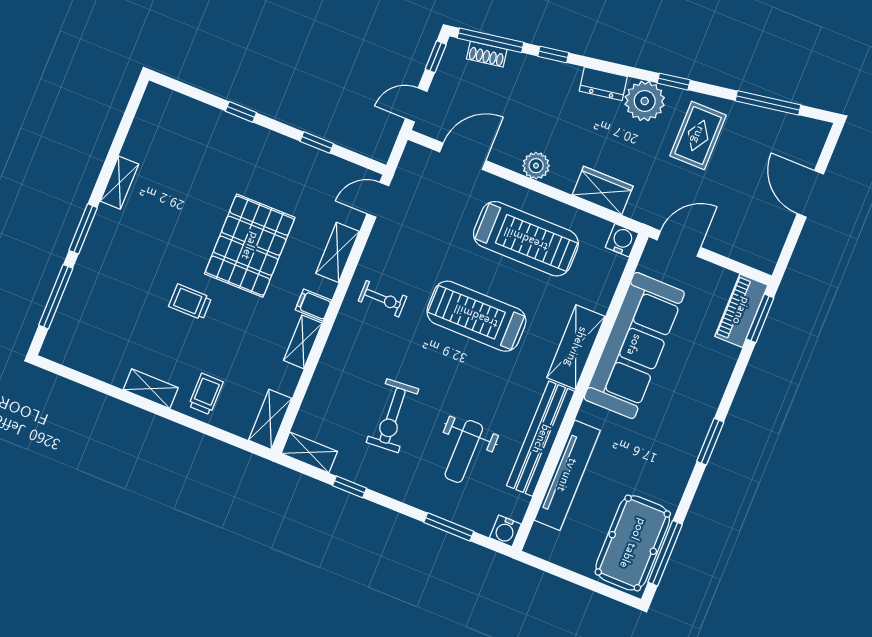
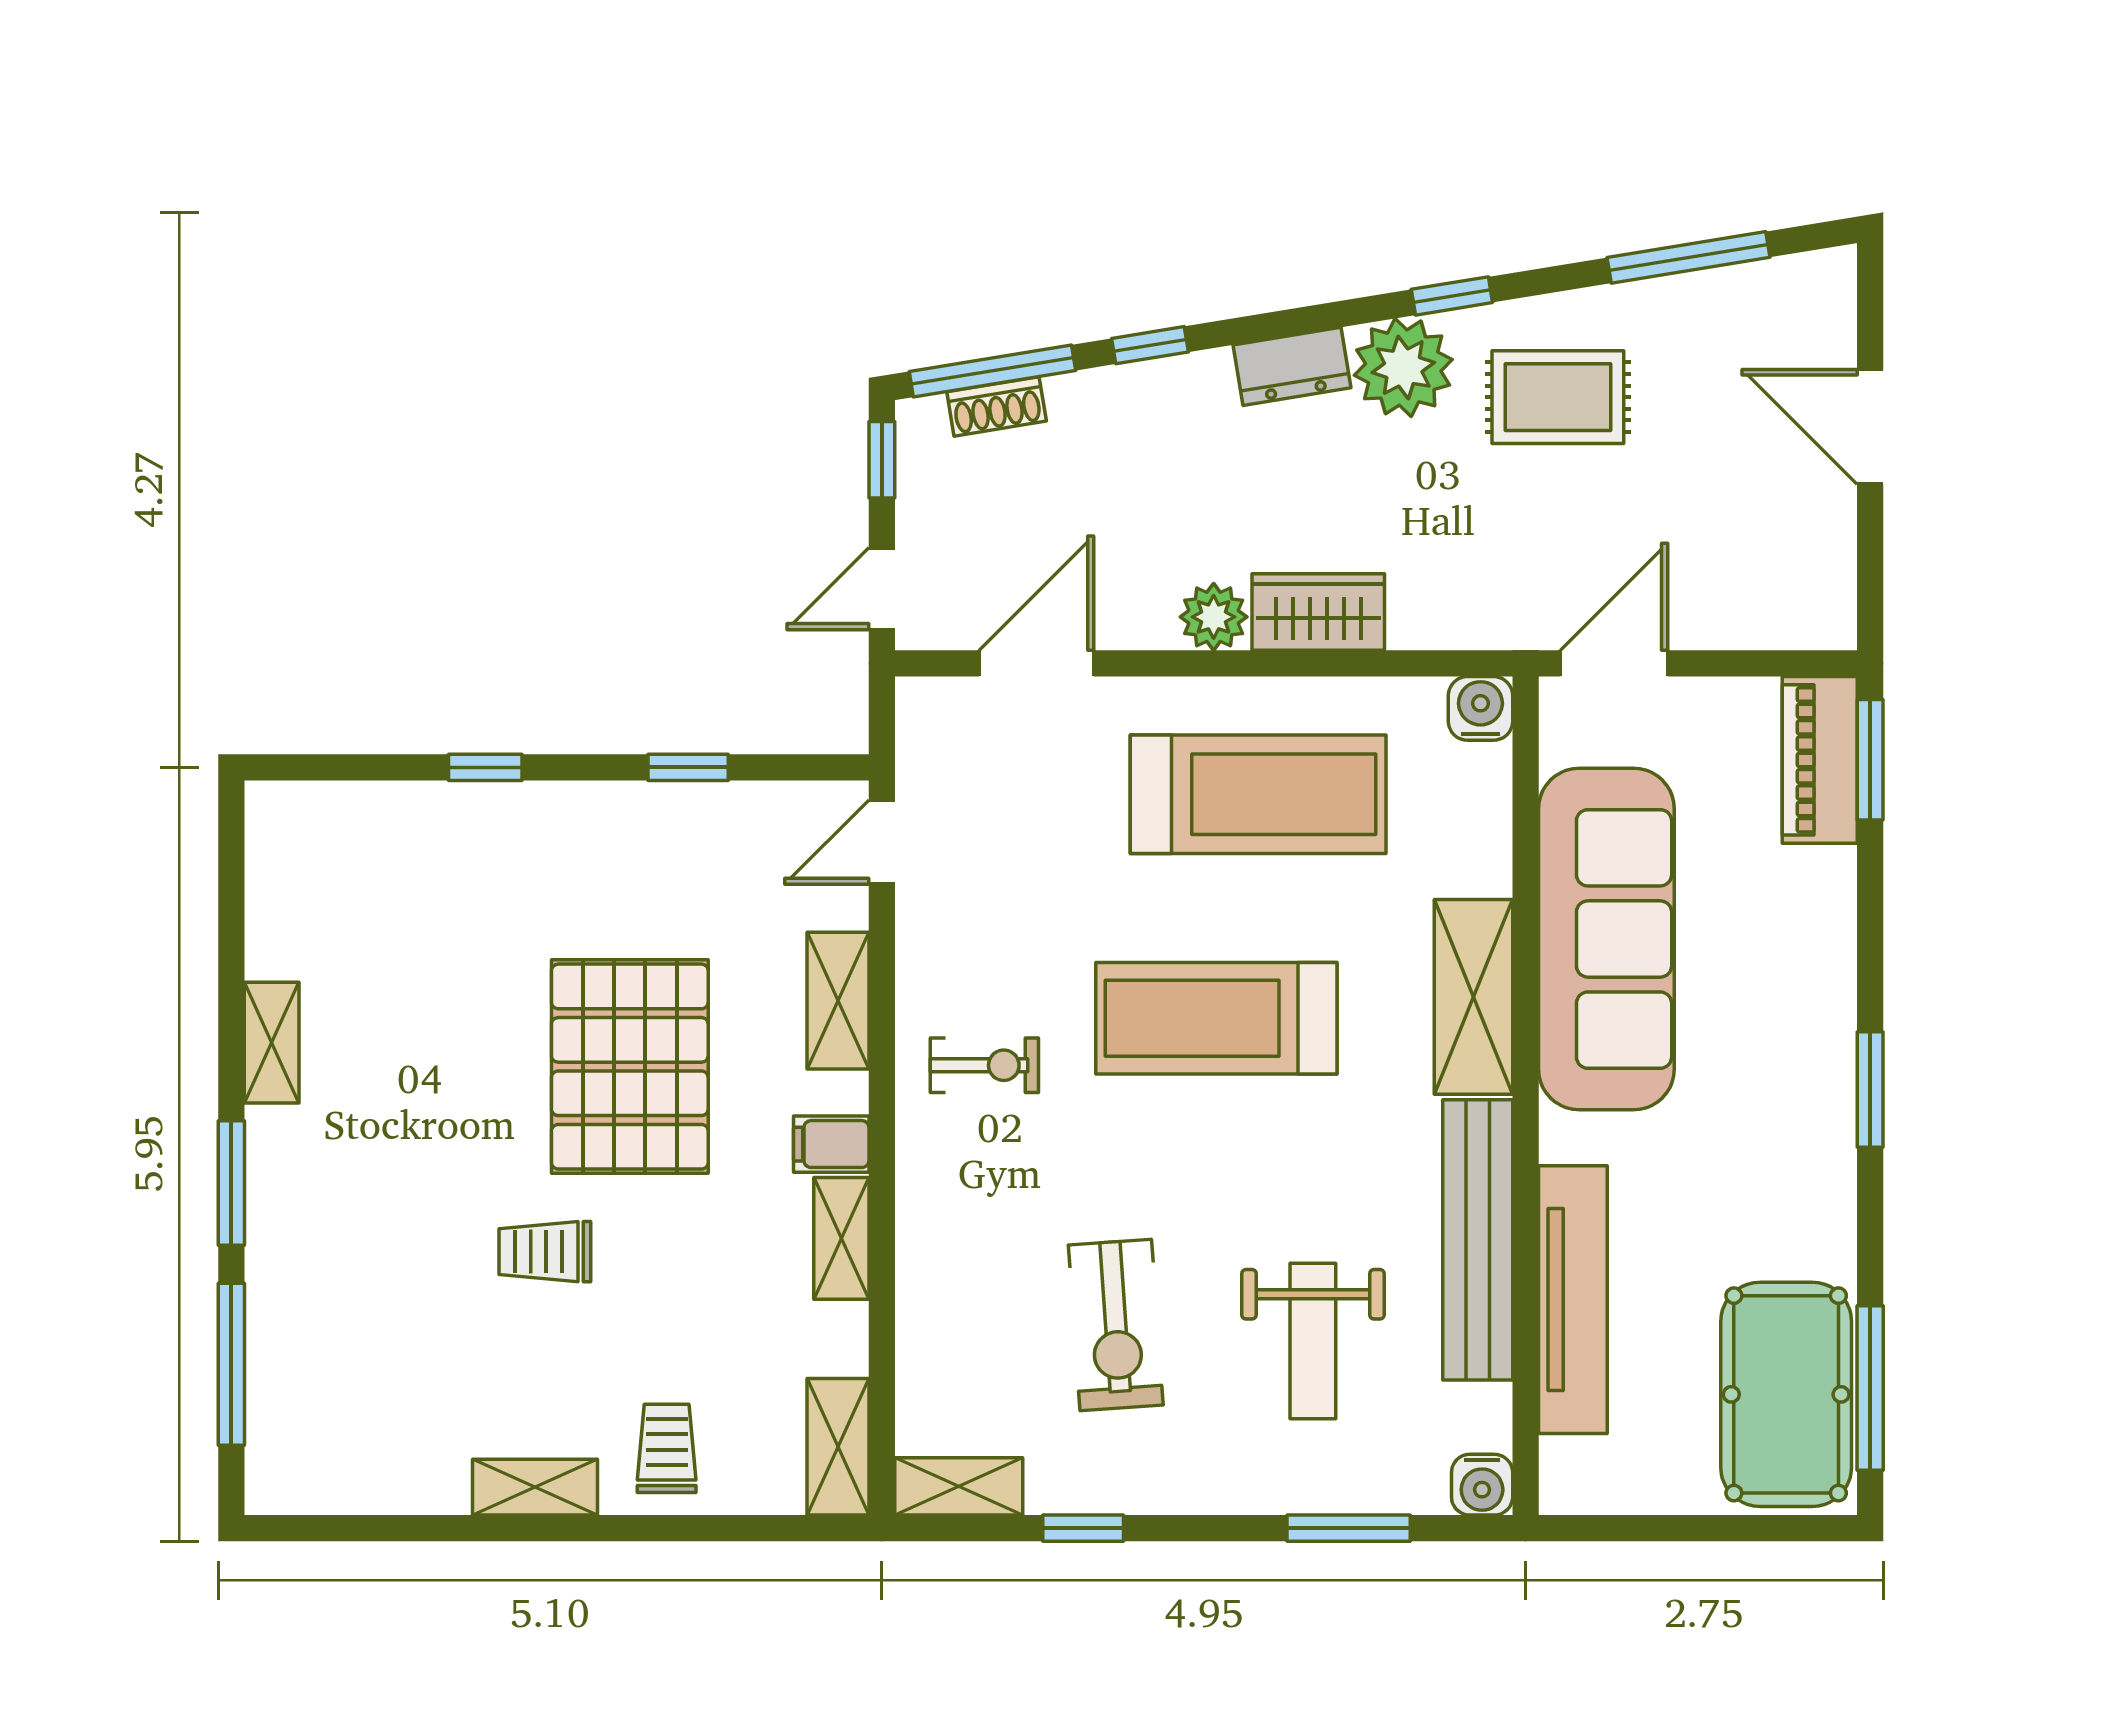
rug: (698, 135) -> (1558, 397), turned 90
wardrobe: (603, 190) -> (1318, 612), moved

